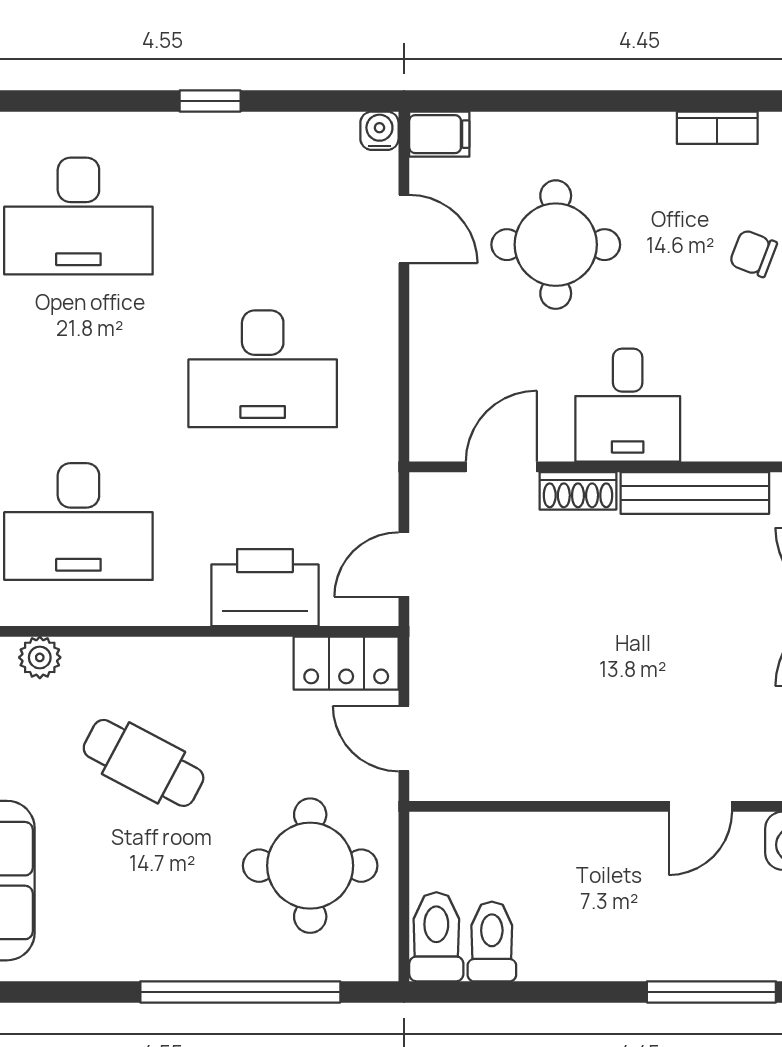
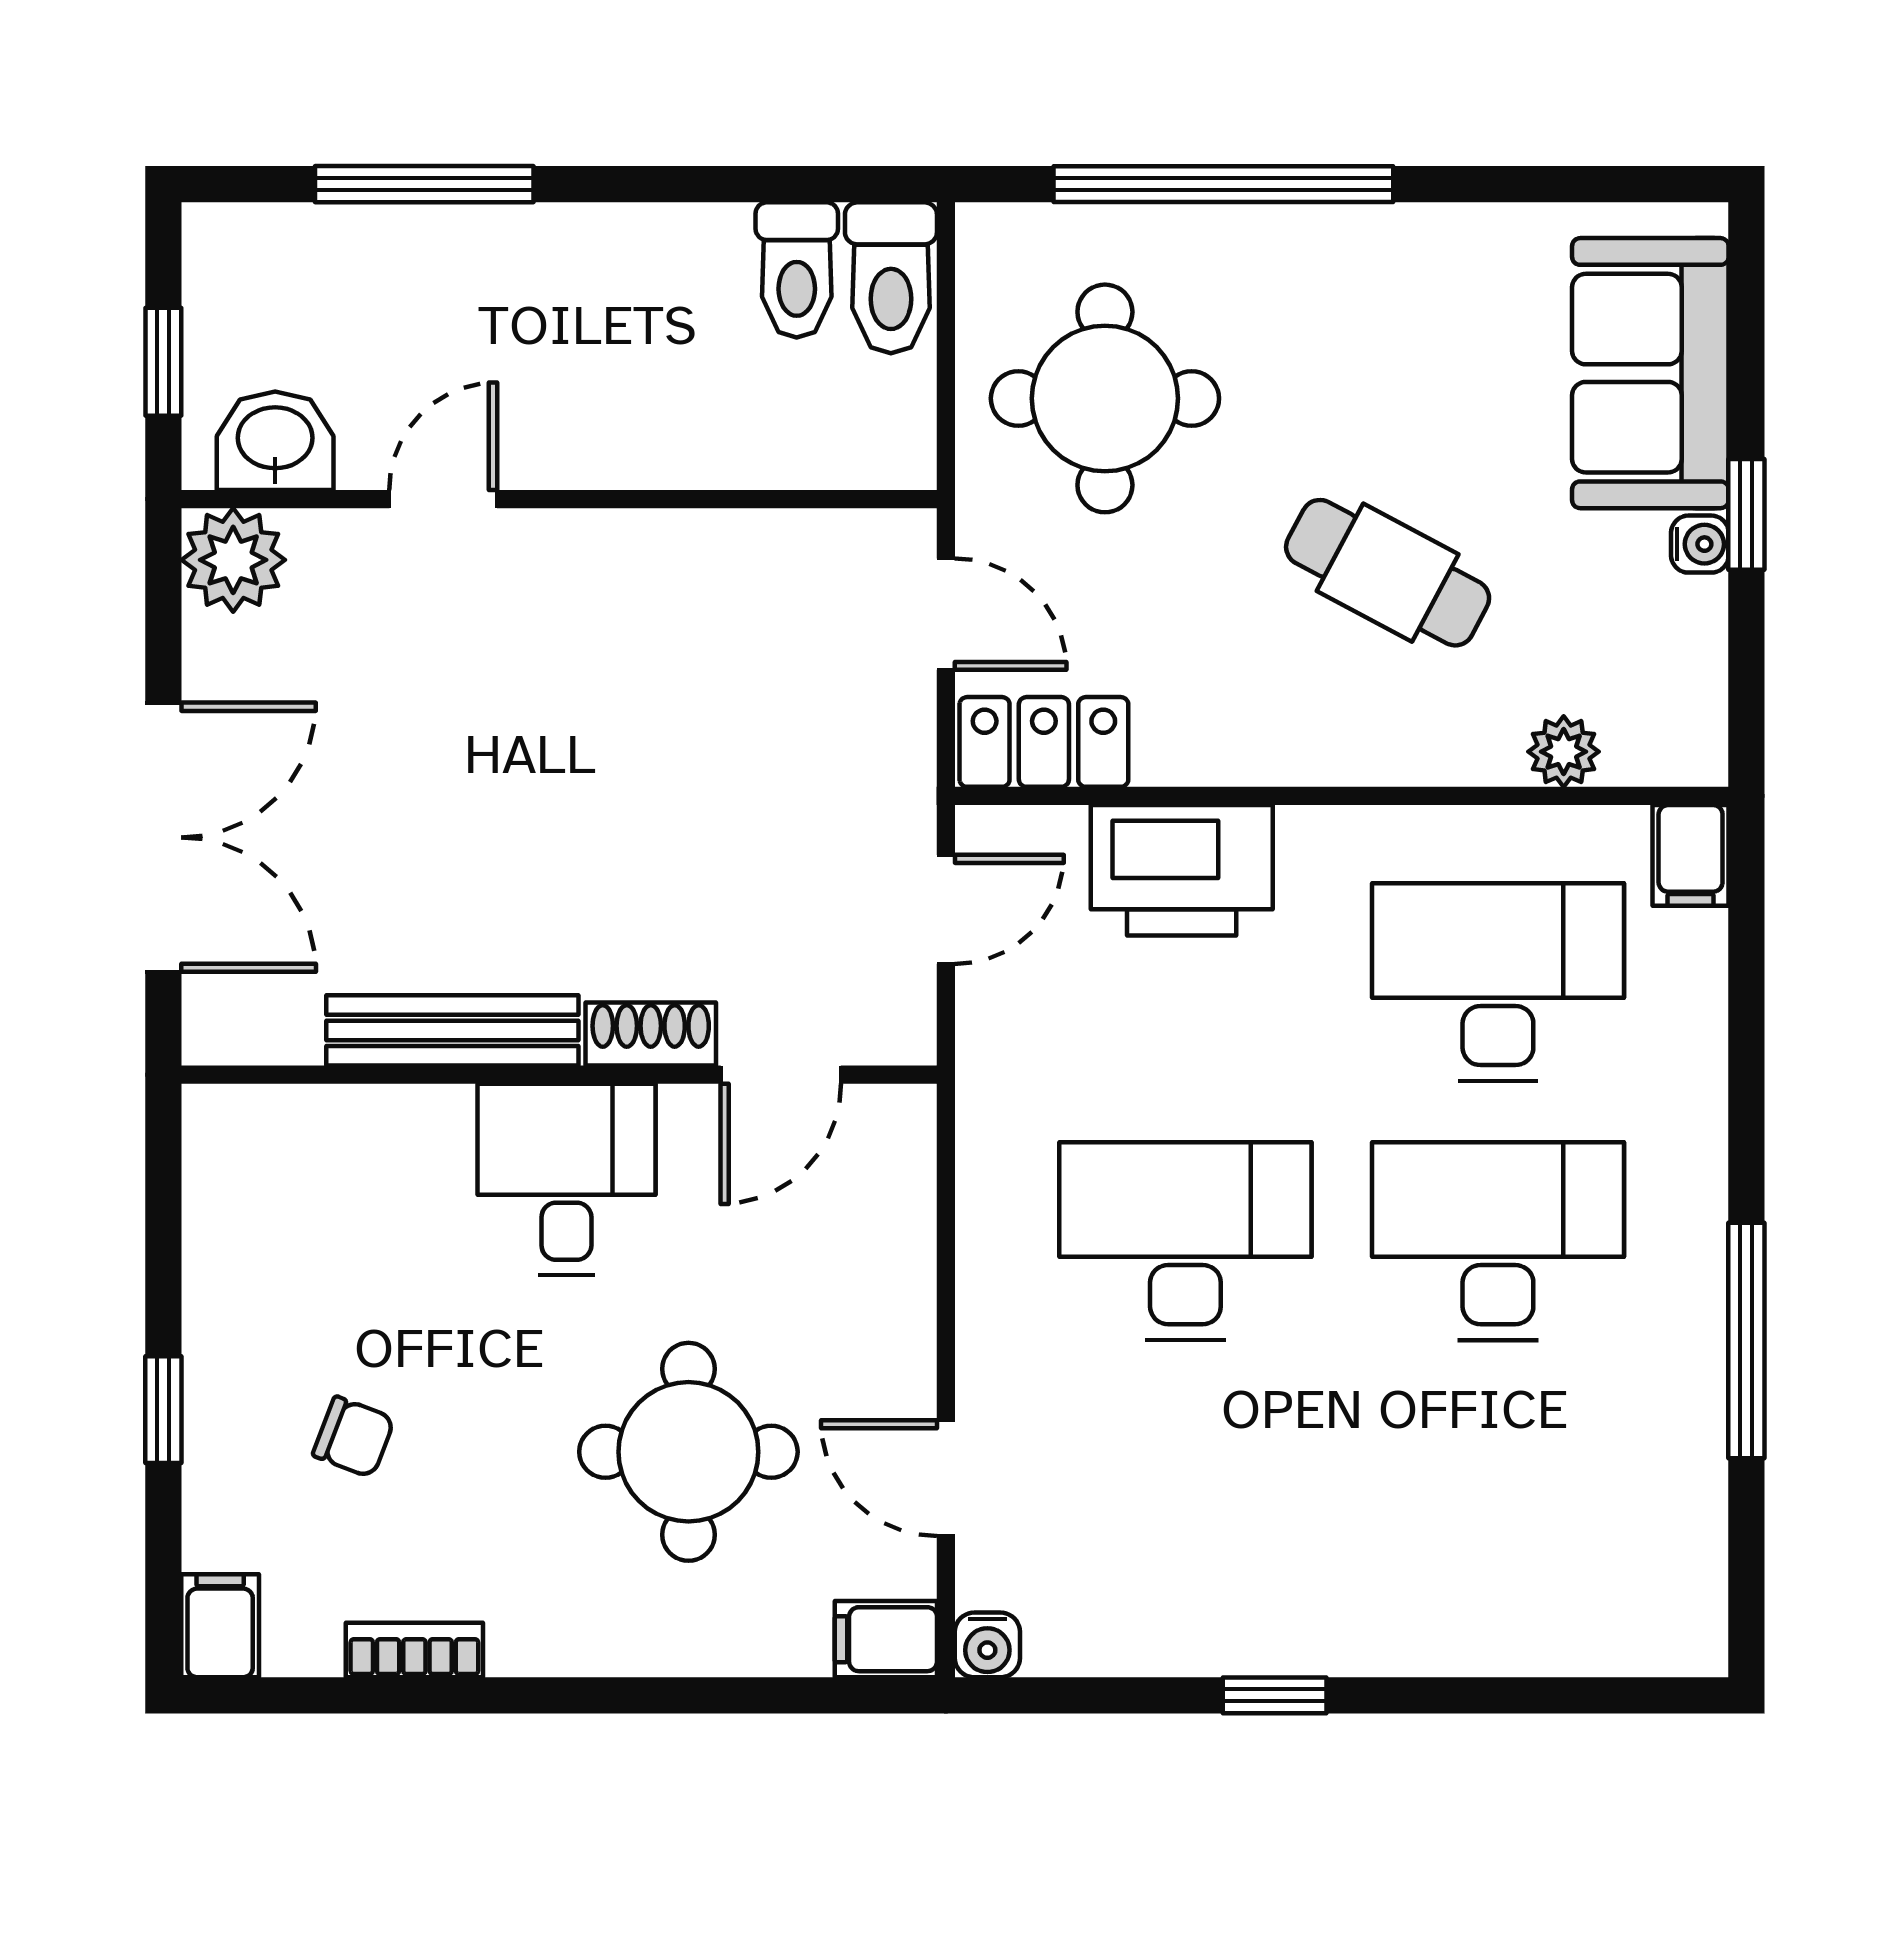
desk: (78, 216) -> (1498, 1241), moved

